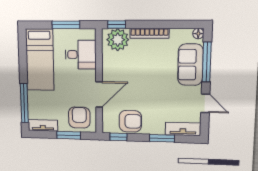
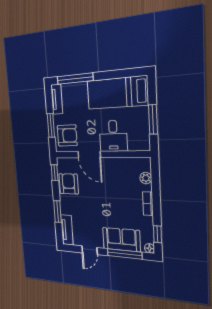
window: (117, 25) -> (157, 234), moved
bookcase: (149, 33) -> (148, 204), width x0.64
plant: (118, 40) -> (146, 178), width x0.53, depth x0.53
desk: (81, 55) -> (113, 136), moved
armchair: (130, 121) -> (69, 184), turned 180

